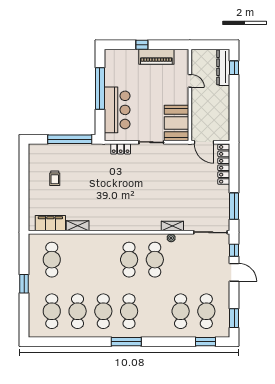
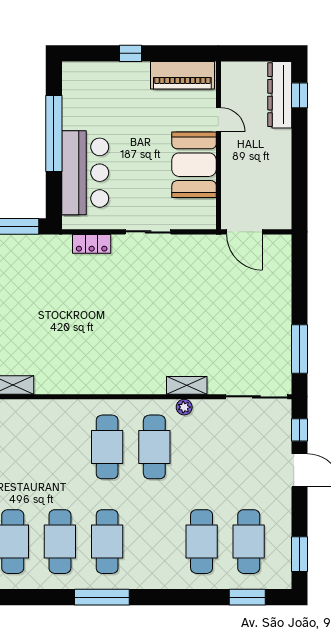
piano: (156, 57) -> (182, 75), moved
booth: (176, 123) -> (194, 165), moved
locker: (224, 164) -> (281, 272), removed

